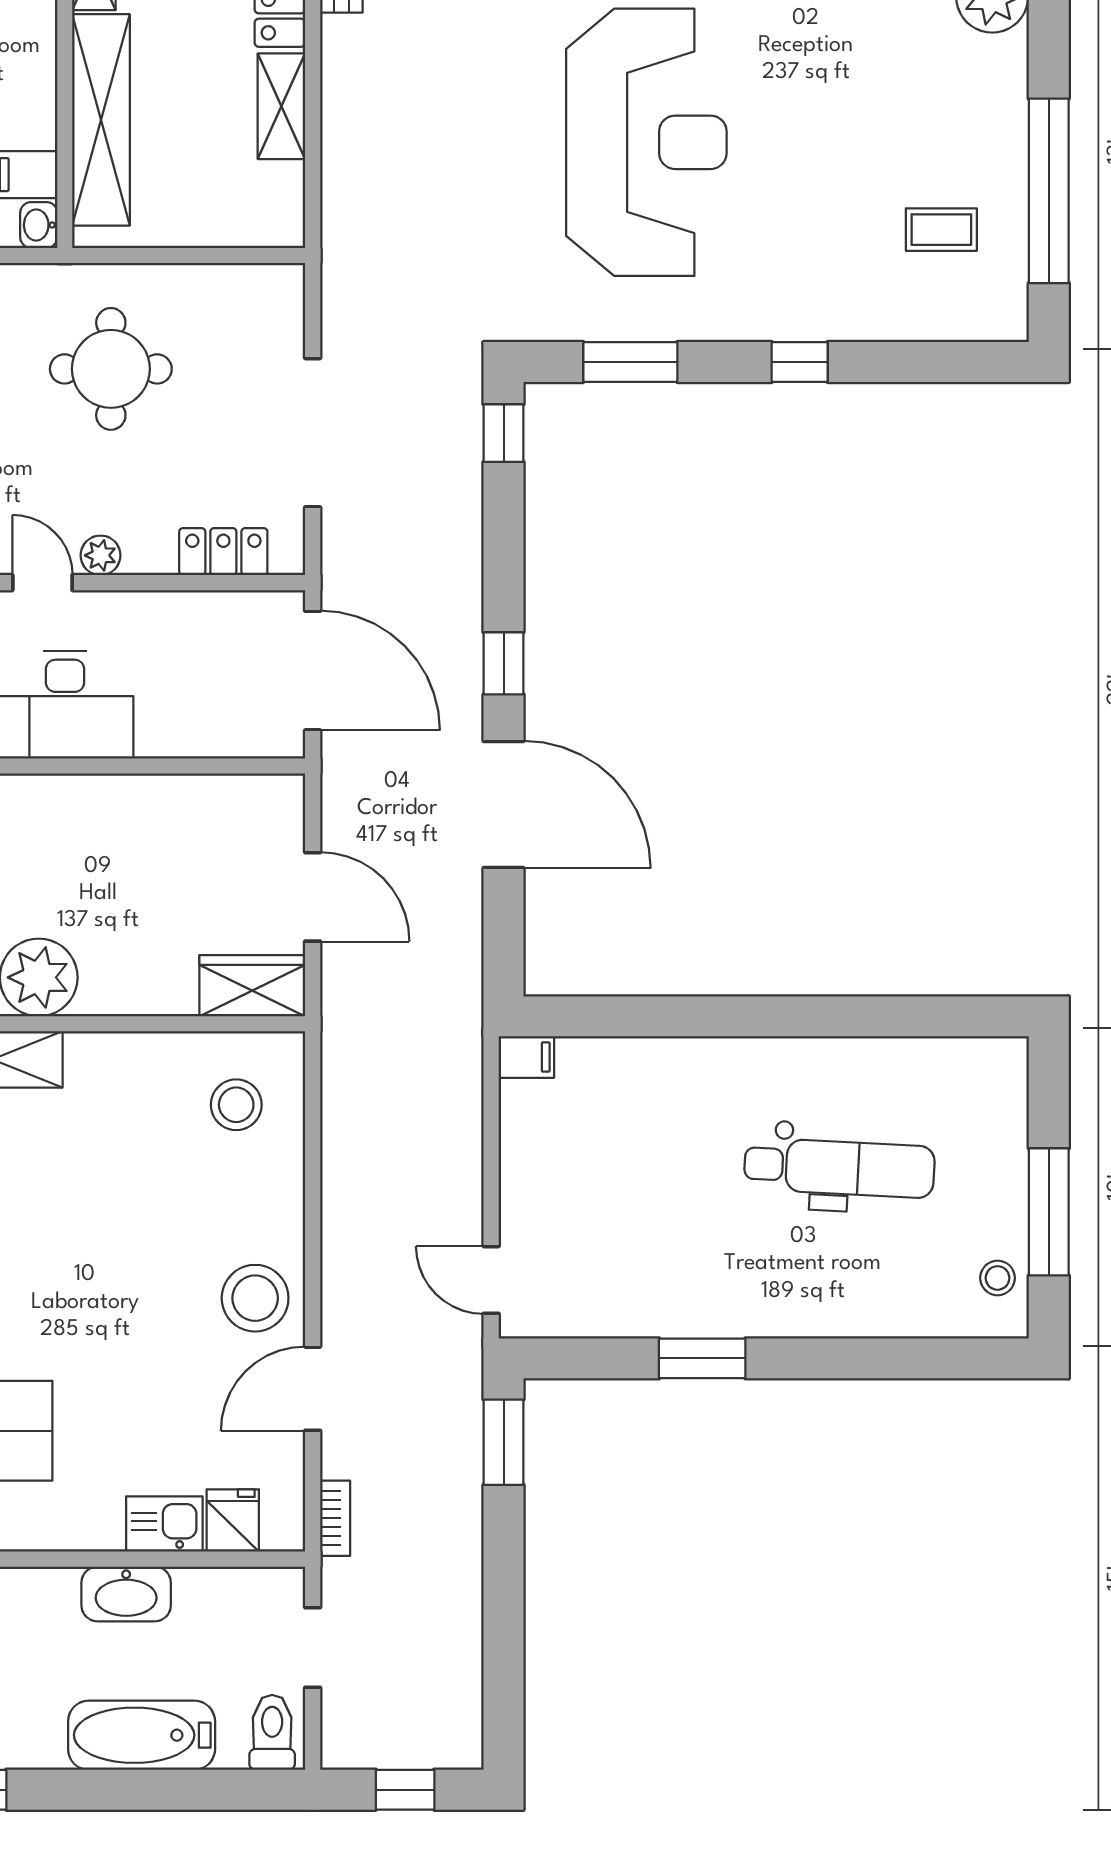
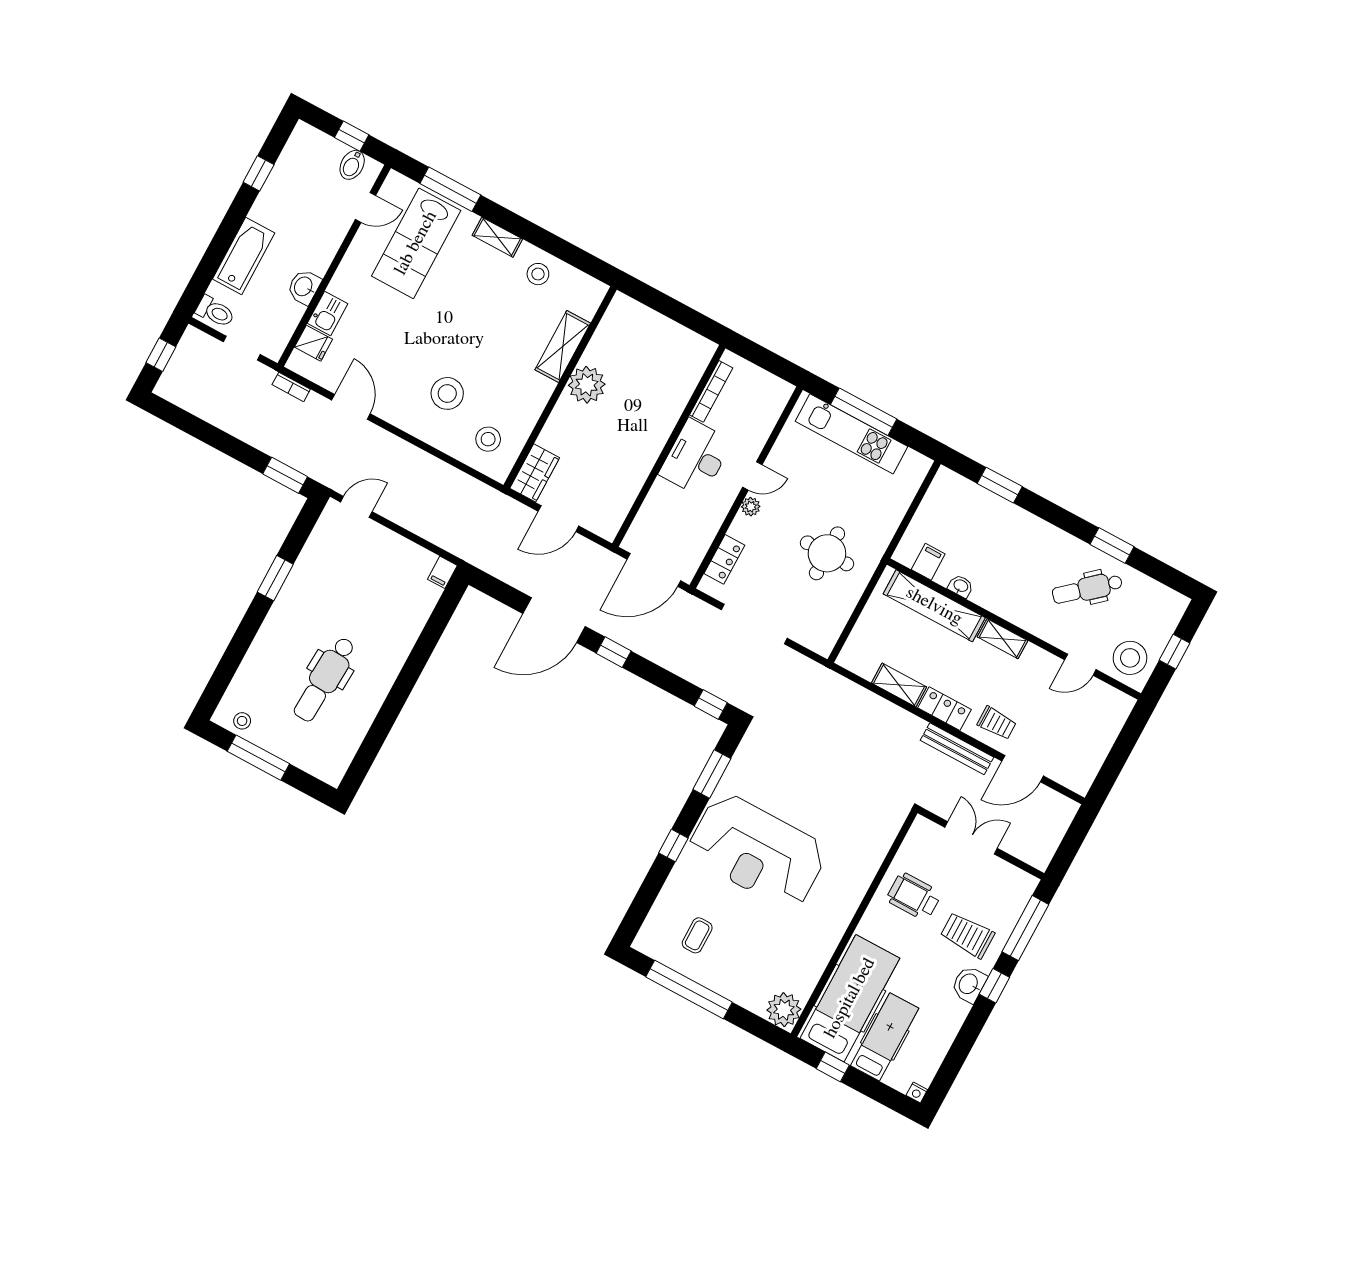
reception desk: (646, 142) -> (757, 851), moved
washbasin: (39, 225) -> (961, 586), moved
stool: (255, 1298) -> (447, 393), moved
washbasin: (126, 1594) -> (304, 287), width x0.72

